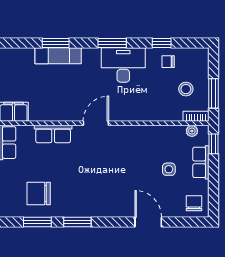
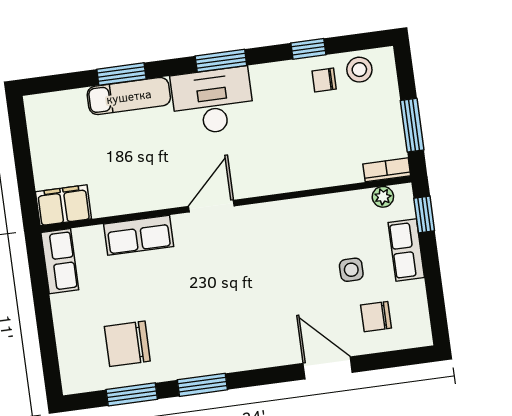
desk: (123, 65) -> (213, 101), moved
stool: (186, 89) -> (359, 70), moved
chair: (194, 203) -> (376, 317), moved, turned -90

